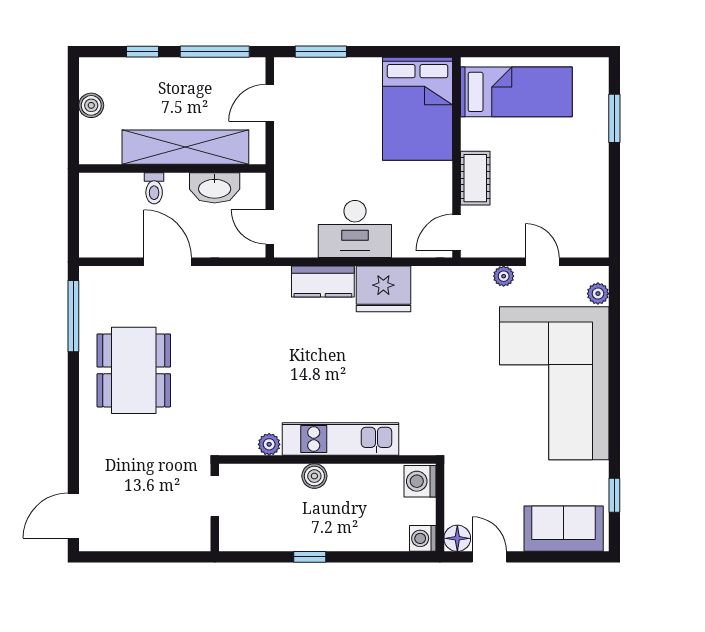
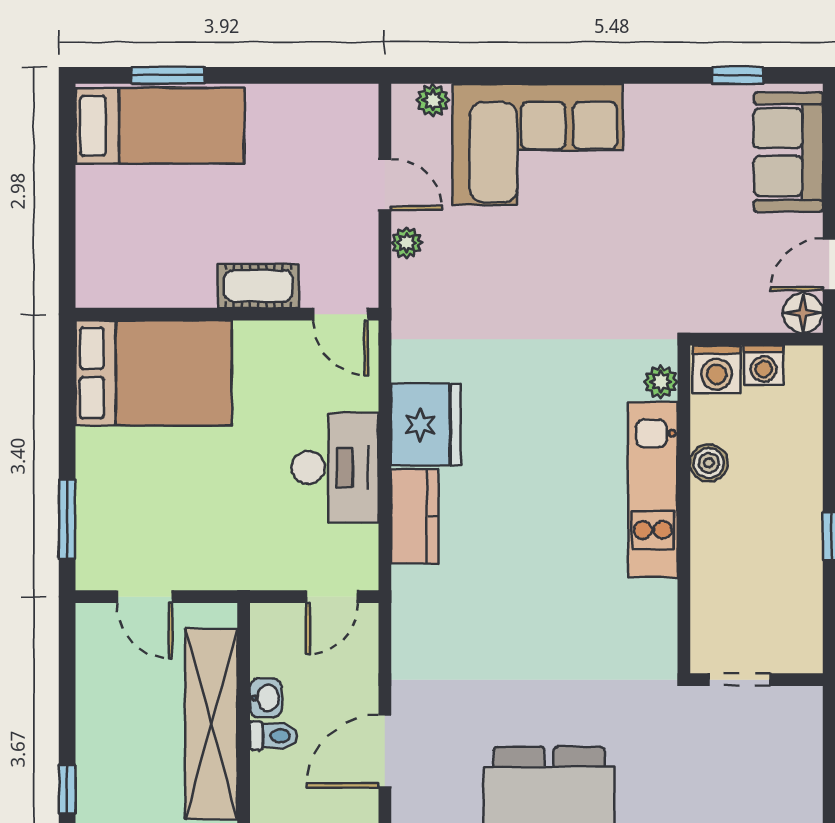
window: (215, 52) -> (67, 680), removed
bed: (516, 92) -> (160, 126), moved, turned 90
toilet: (154, 188) -> (274, 736), moved
washbasin: (215, 188) -> (266, 698), width x0.52, depth x0.69
door: (542, 262) -> (385, 184), swing flipped
corner sofa: (554, 383) -> (538, 144), width x0.73, depth x0.74
plant: (269, 444) -> (661, 382), moved
boiler: (314, 476) -> (709, 463), moved
washing machine: (423, 538) -> (764, 365), moved

